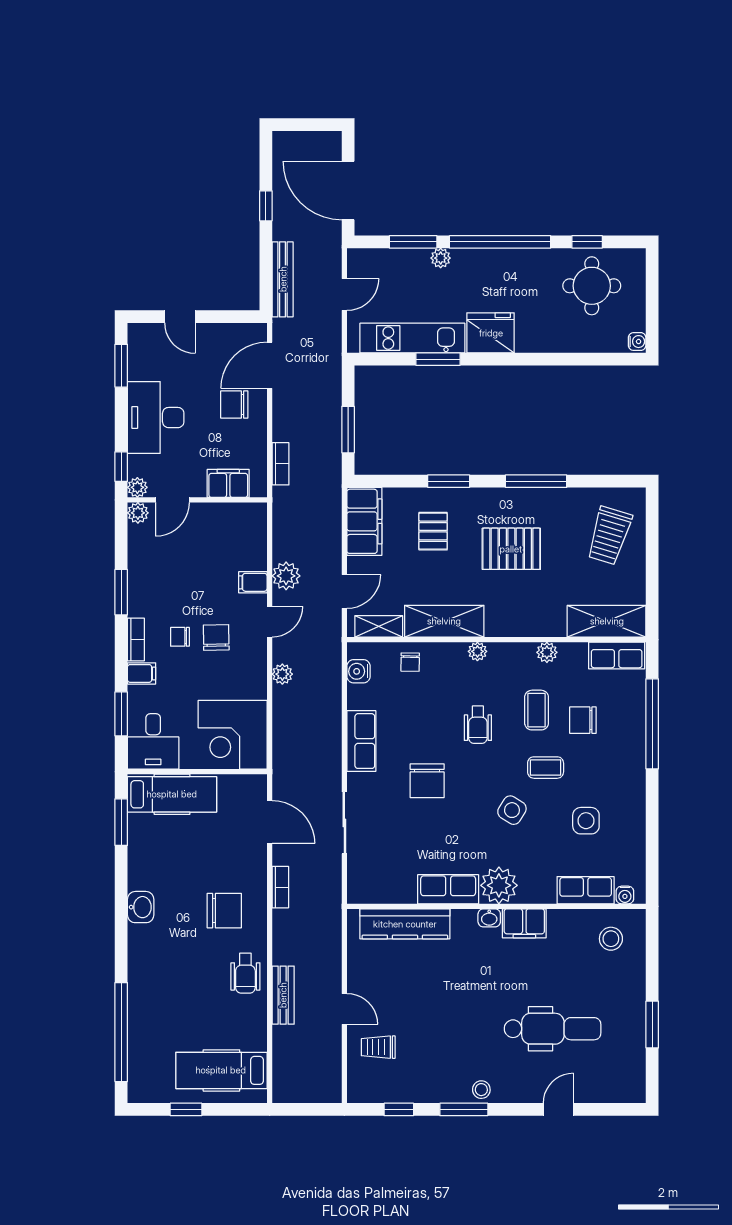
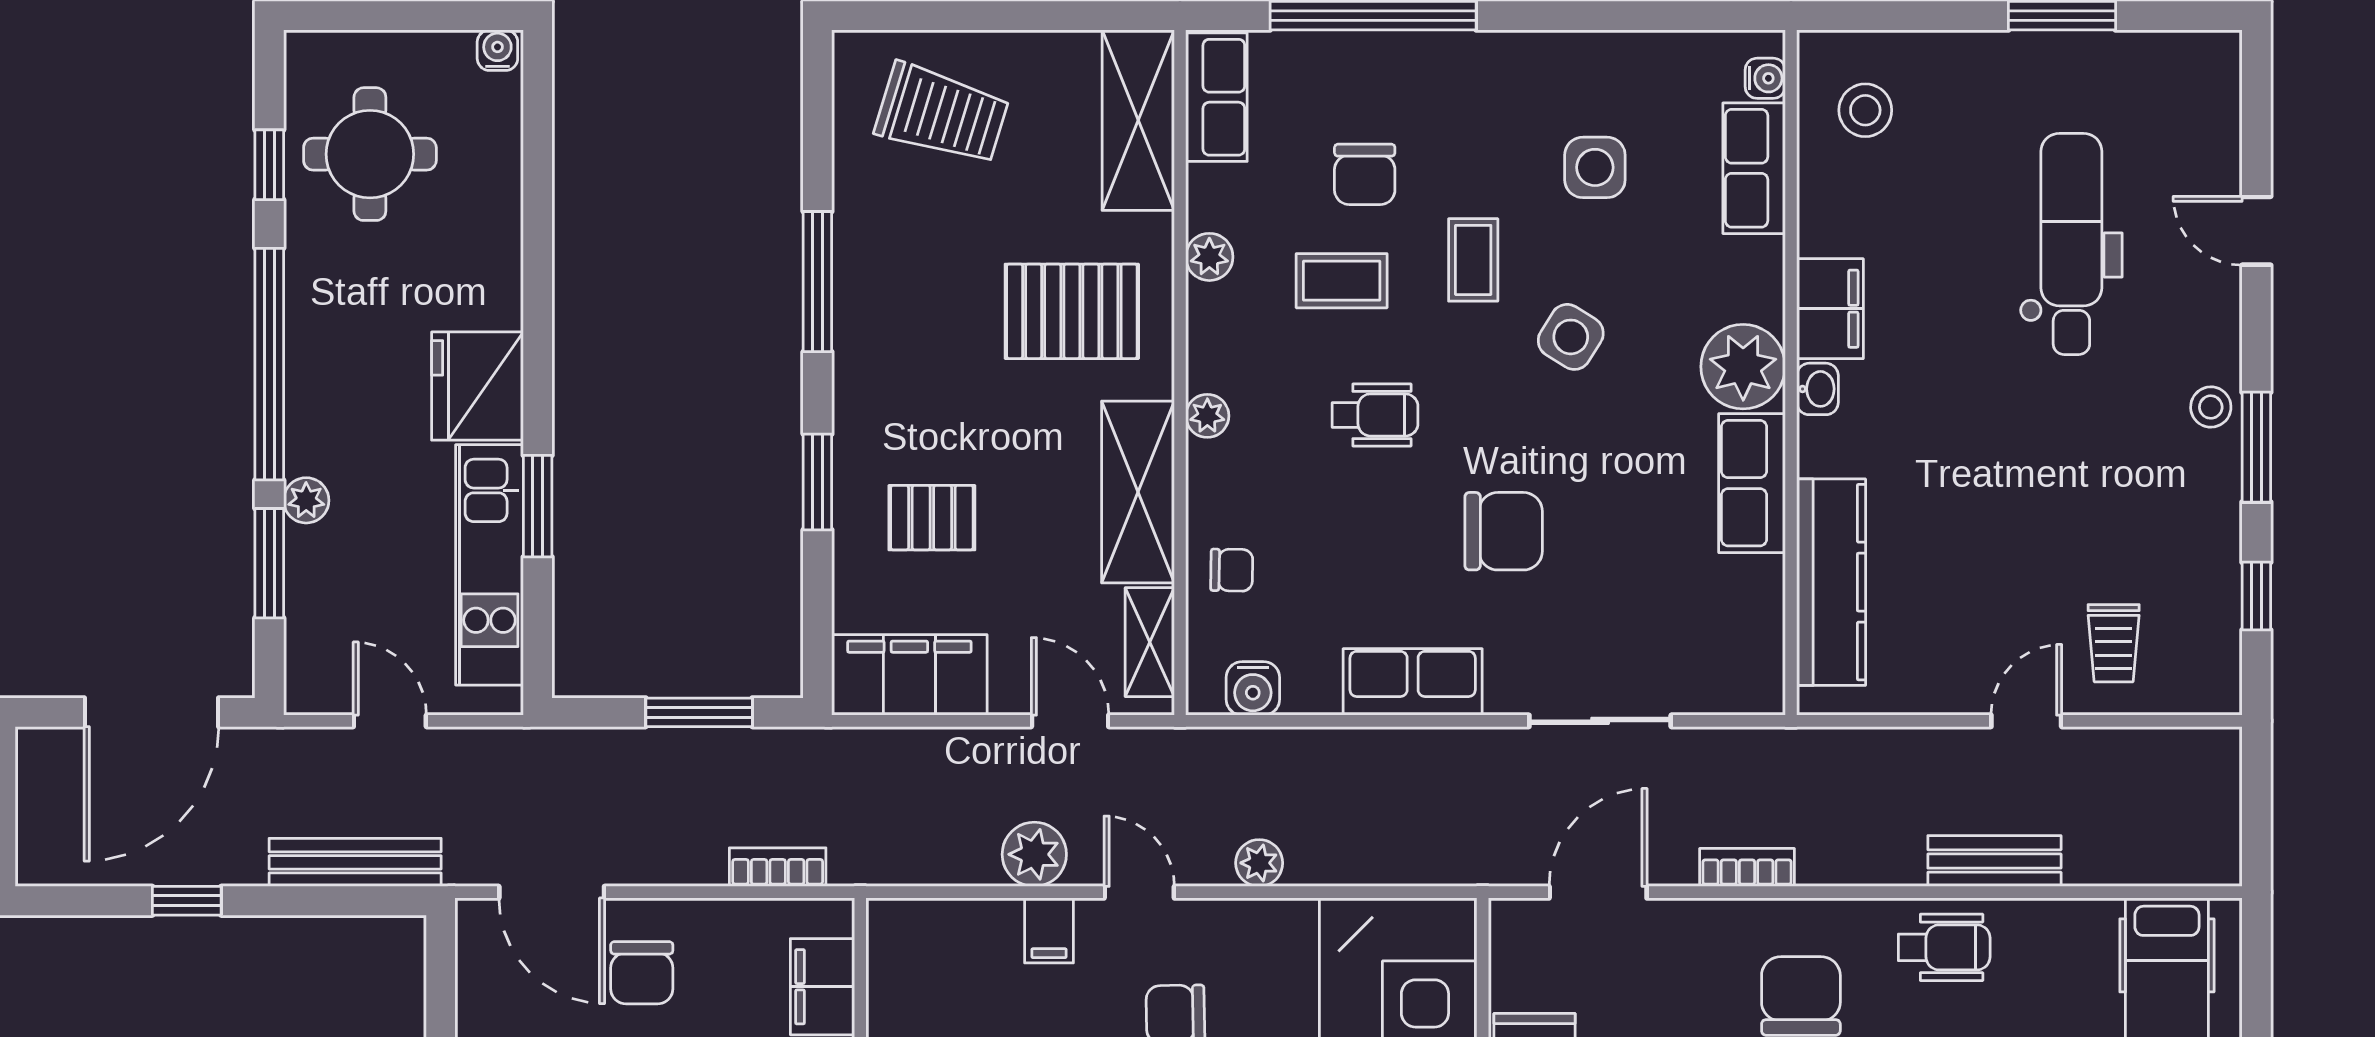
pallet: (511, 549) -> (1072, 311), moved, turned 90

